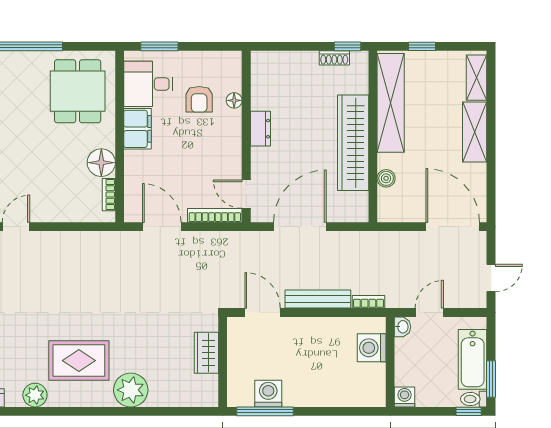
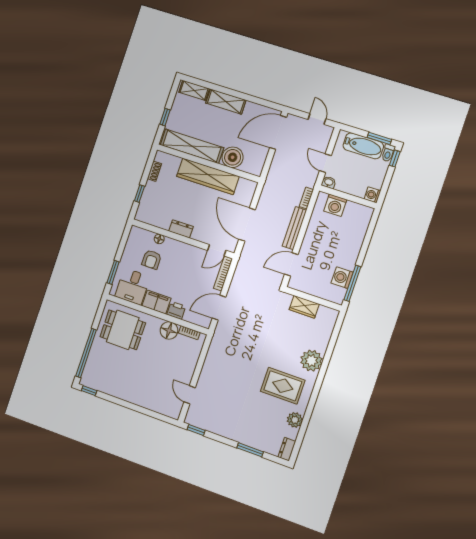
window: (347, 46) -> (139, 194), moved
armchair: (199, 99) -> (152, 259), turned 90
printer: (135, 163) -> (176, 310), added
boiler: (386, 178) -> (233, 157), width x1.86, depth x1.86
rug: (79, 361) -> (283, 386), turned 90

